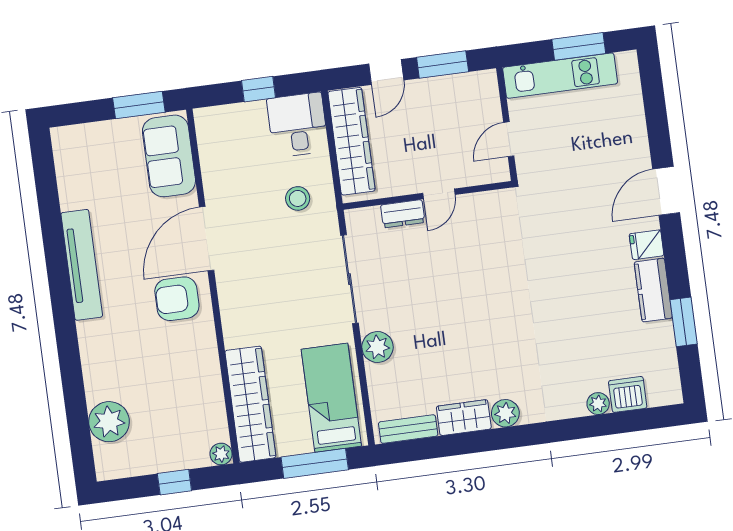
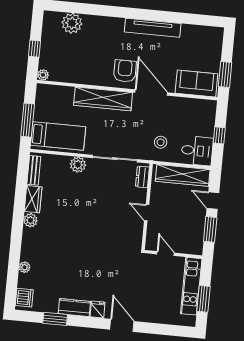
dresser: (403, 214) -> (142, 177), moved
dishwasher: (628, 394) -> (24, 298), moved
wardrobe: (250, 404) -> (103, 99), moved

